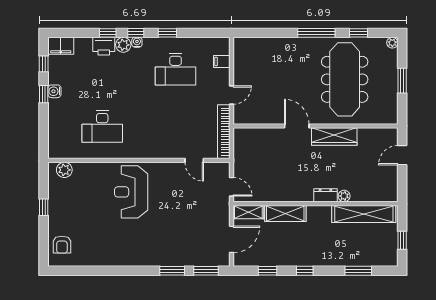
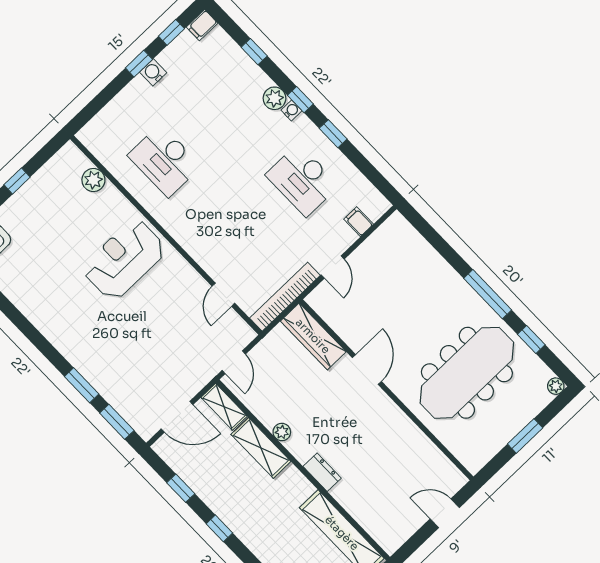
window: (108, 33) -> (254, 52), moved
filing cabinet: (61, 46) -> (202, 25), width x0.50
printer: (104, 46) -> (253, 79), removed
door: (232, 95) -> (333, 267), hinge flipped
wardrobe: (334, 136) -> (313, 336), moved
plant: (64, 170) -> (93, 180), moved
plant: (344, 196) -> (282, 432), moved

